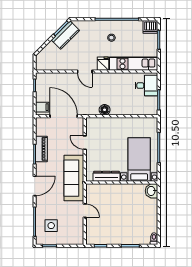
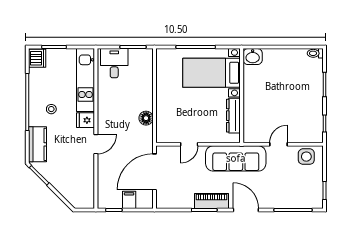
kitchen counter: (65, 35) -> (37, 144), moved, turned 45
filing cabinet: (42, 107) -> (129, 200), moved
piano: (41, 149) -> (211, 201), moved
side table: (51, 226) -> (306, 157), moved

